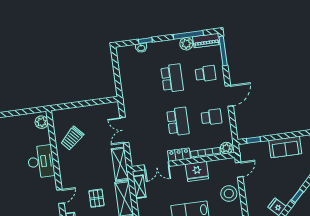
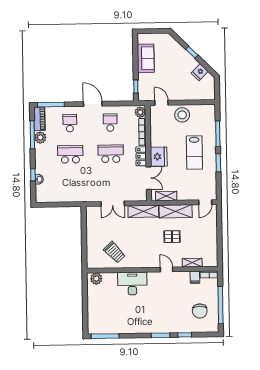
fridge: (197, 171) -> (159, 157), moved

